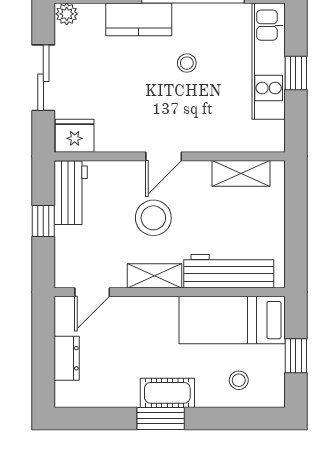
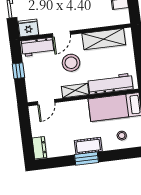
door: (164, 156) -> (61, 34), moved
shelving: (241, 173) -> (104, 39), width x1.50, depth x1.33
workbench: (71, 193) -> (38, 47), moved, turned 90
dresser: (67, 358) -> (39, 148), moved

